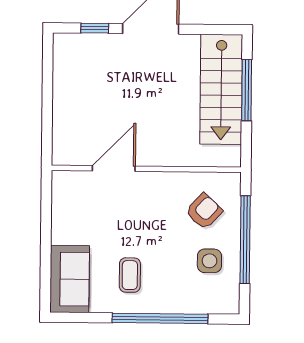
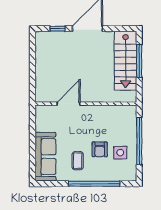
armchair: (204, 211) -> (100, 149), moved, turned 137
sofa: (70, 279) -> (45, 157), width x1.36

